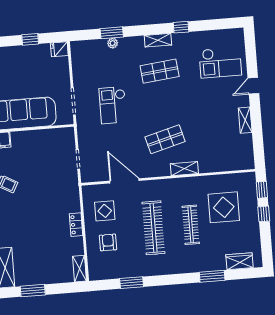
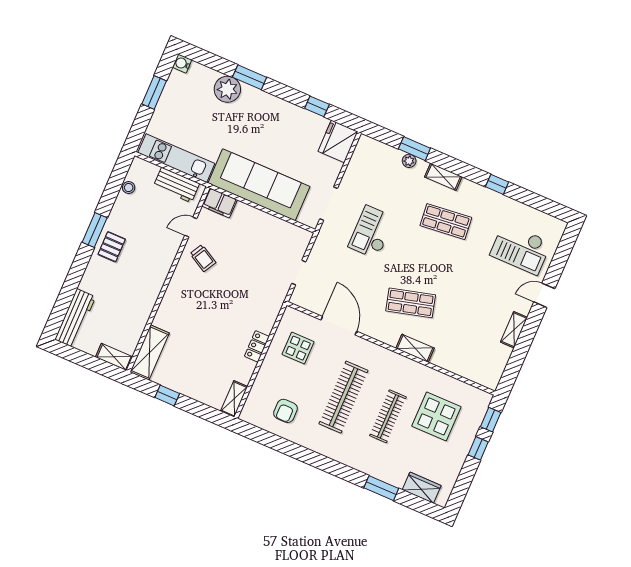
shelving: (158, 40) -> (443, 177), moved
fridge: (59, 49) -> (338, 141), width x1.88, depth x1.34
armchair: (108, 242) -> (285, 411), moved, turned 180
window: (132, 283) -> (285, 447), removed
window: (33, 291) -> (167, 396), width x0.67

